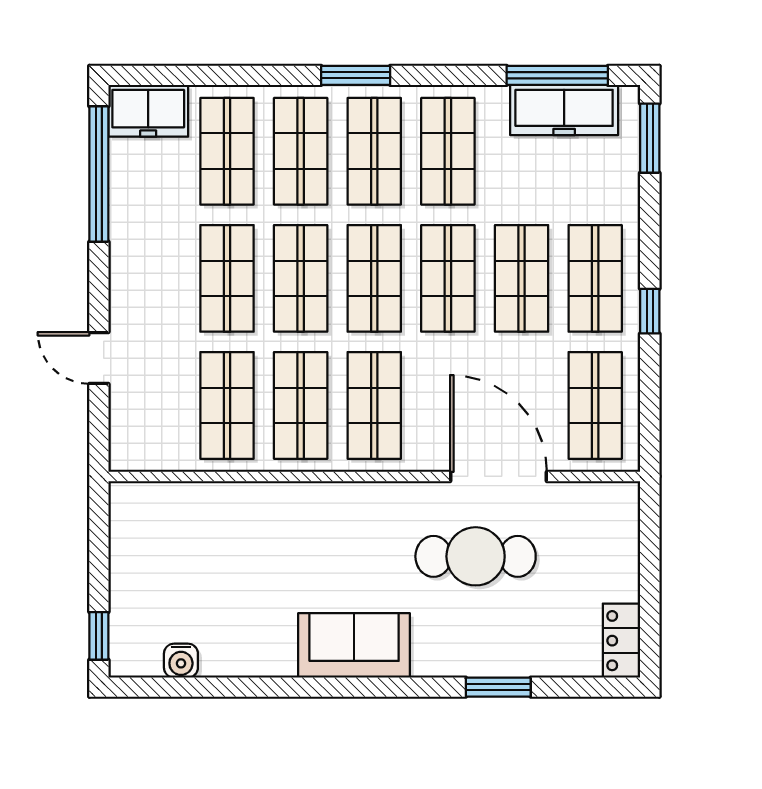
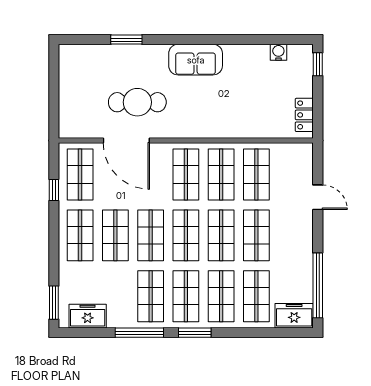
window: (557, 75) -> (139, 333), moved
freezer: (564, 110) -> (88, 316), width x0.71
window: (650, 311) -> (54, 190), moved
locker: (622, 641) -> (304, 115), moved, turned 180

